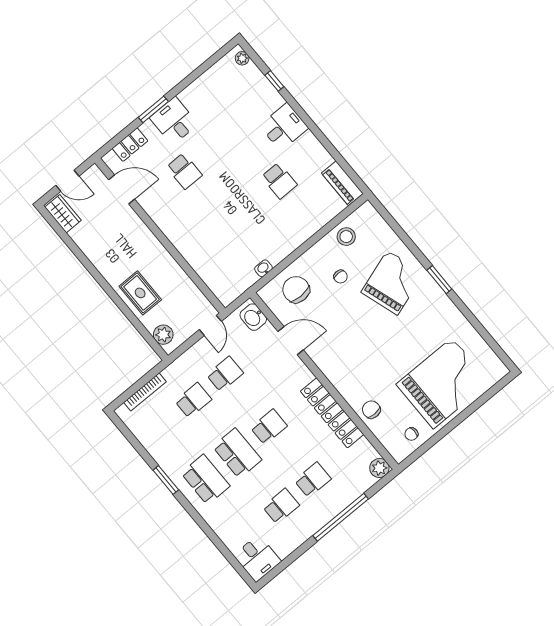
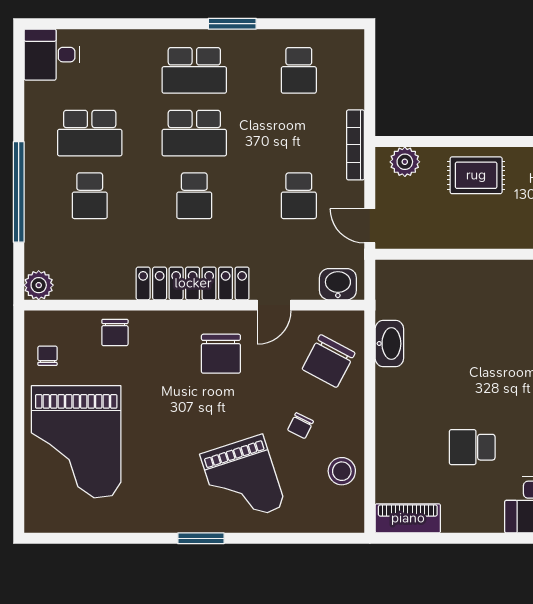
washbasin: (263, 268) -> (389, 344), width x1.91, depth x1.45
chair: (341, 277) -> (300, 426), turned -64
chair: (296, 290) -> (329, 361), turned 118
door: (291, 341) -> (274, 305), width x0.73
chair: (338, 347) -> (221, 354), added
bookcase: (145, 392) -> (356, 145), moved
school desk: (193, 400) -> (299, 70), moved
chair: (371, 410) -> (115, 332), turned 90
locker: (332, 413) -> (193, 283), moved
school desk: (281, 506) -> (90, 133), width x1.85

